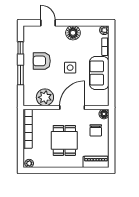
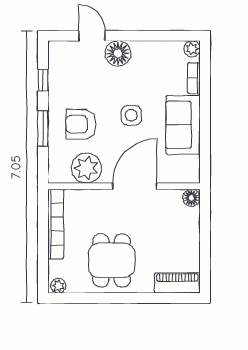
floor lamp: (73, 33) -> (118, 53), moved
armchair: (42, 61) -> (81, 124), moved
chair: (96, 130) -> (177, 227), removed
dining table: (64, 140) -> (112, 260), moved

